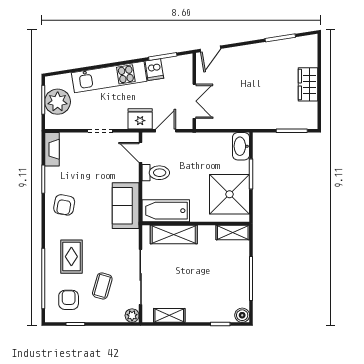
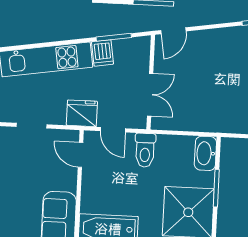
door: (166, 131) -> (113, 130), swing flipped
toilet: (156, 173) -> (145, 150), moved, turned 90

